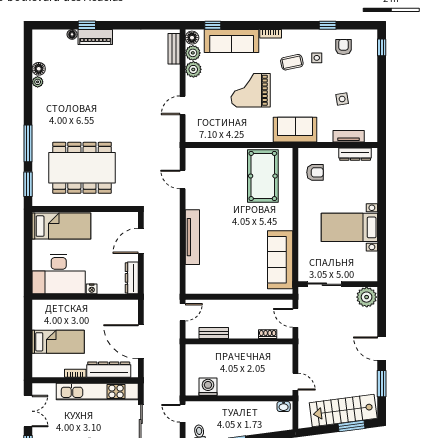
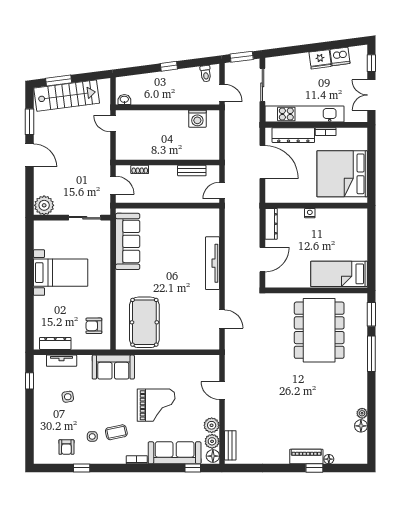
window: (382, 47) -> (30, 381), moved
door: (183, 105) -> (222, 391), swing flipped
dining table: (82, 168) -> (319, 330), turned 90
desk: (59, 274) -> (342, 227), removed
bed: (58, 342) -> (342, 174), width x2.04

